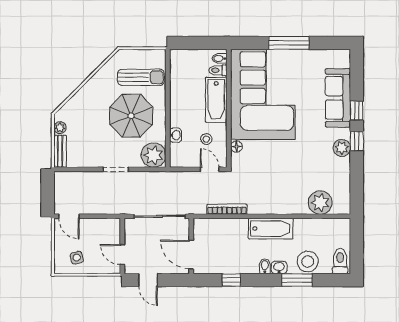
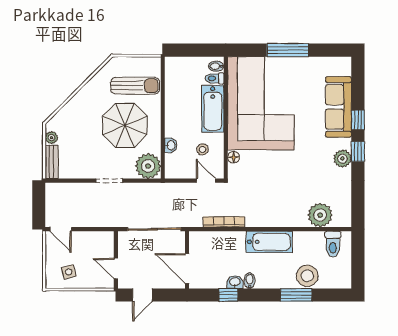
toilet: (340, 261) -> (333, 244), moved, turned 180
bidet: (265, 266) -> (250, 281), moved
washbasin: (279, 268) -> (235, 282), moved
door: (148, 280) -> (142, 295), hinge flipped

